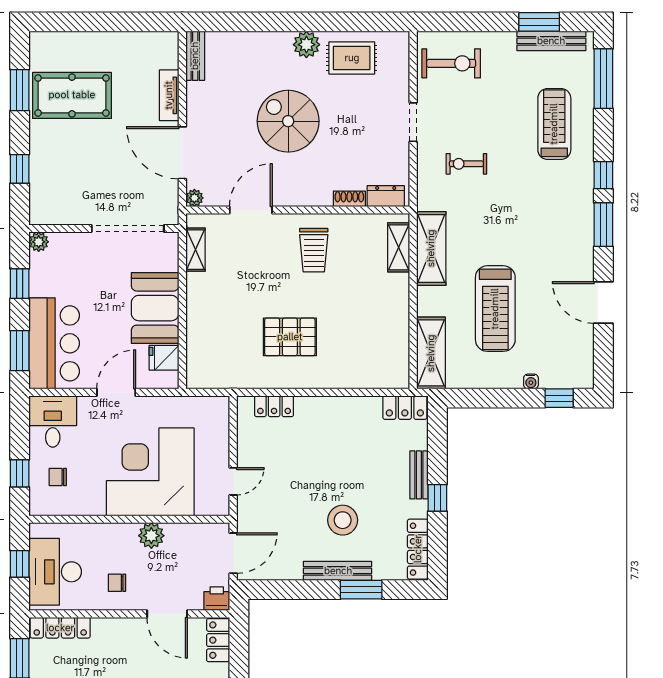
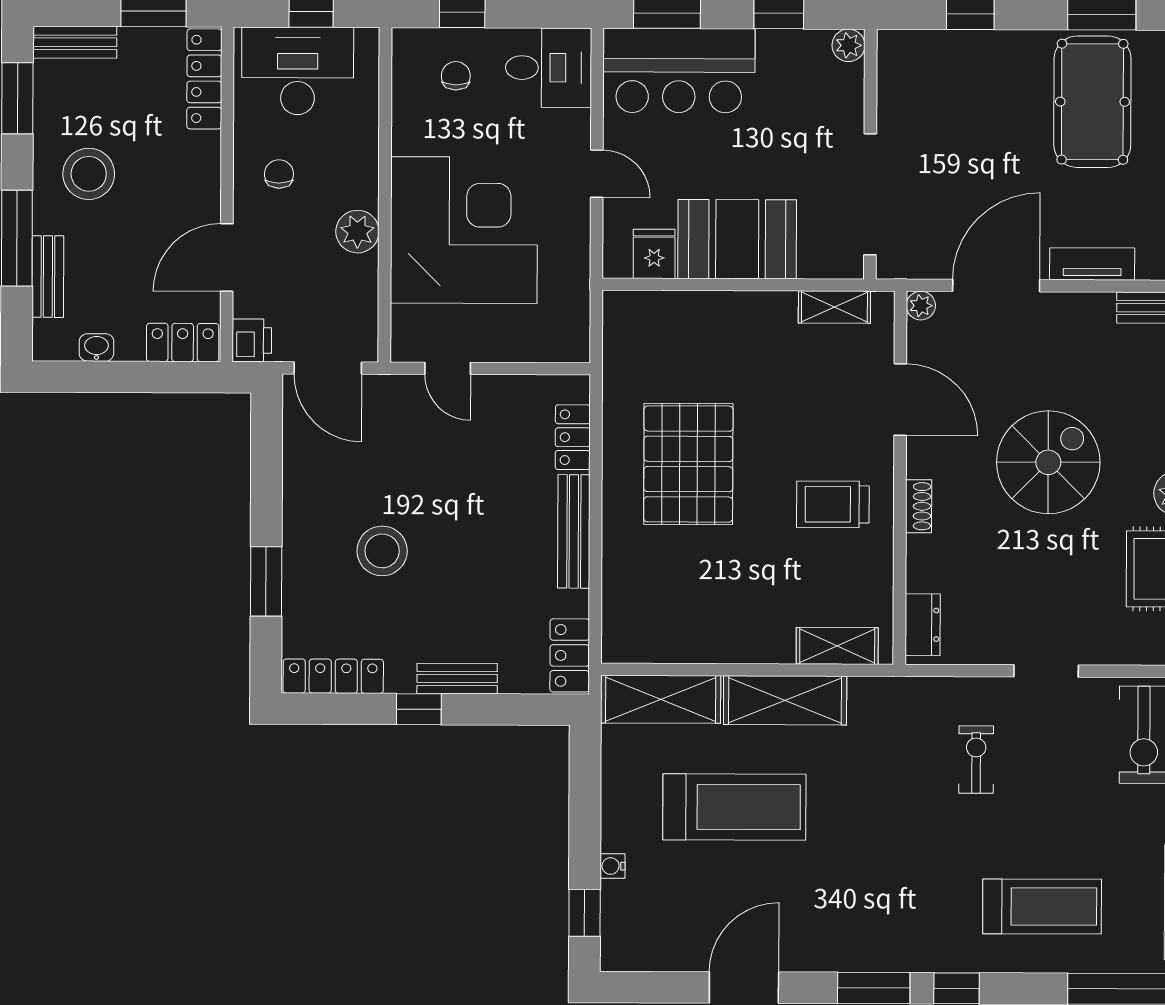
shoe rack: (349, 199) -> (919, 506), moved
shelving: (431, 248) -> (785, 700), moved
treadmill: (495, 309) -> (734, 807), turned 180
pallet: (290, 337) -> (688, 464), width x1.37, depth x1.41
door: (116, 392) -> (597, 174), width x0.73
bench: (338, 571) -> (574, 531), moved

